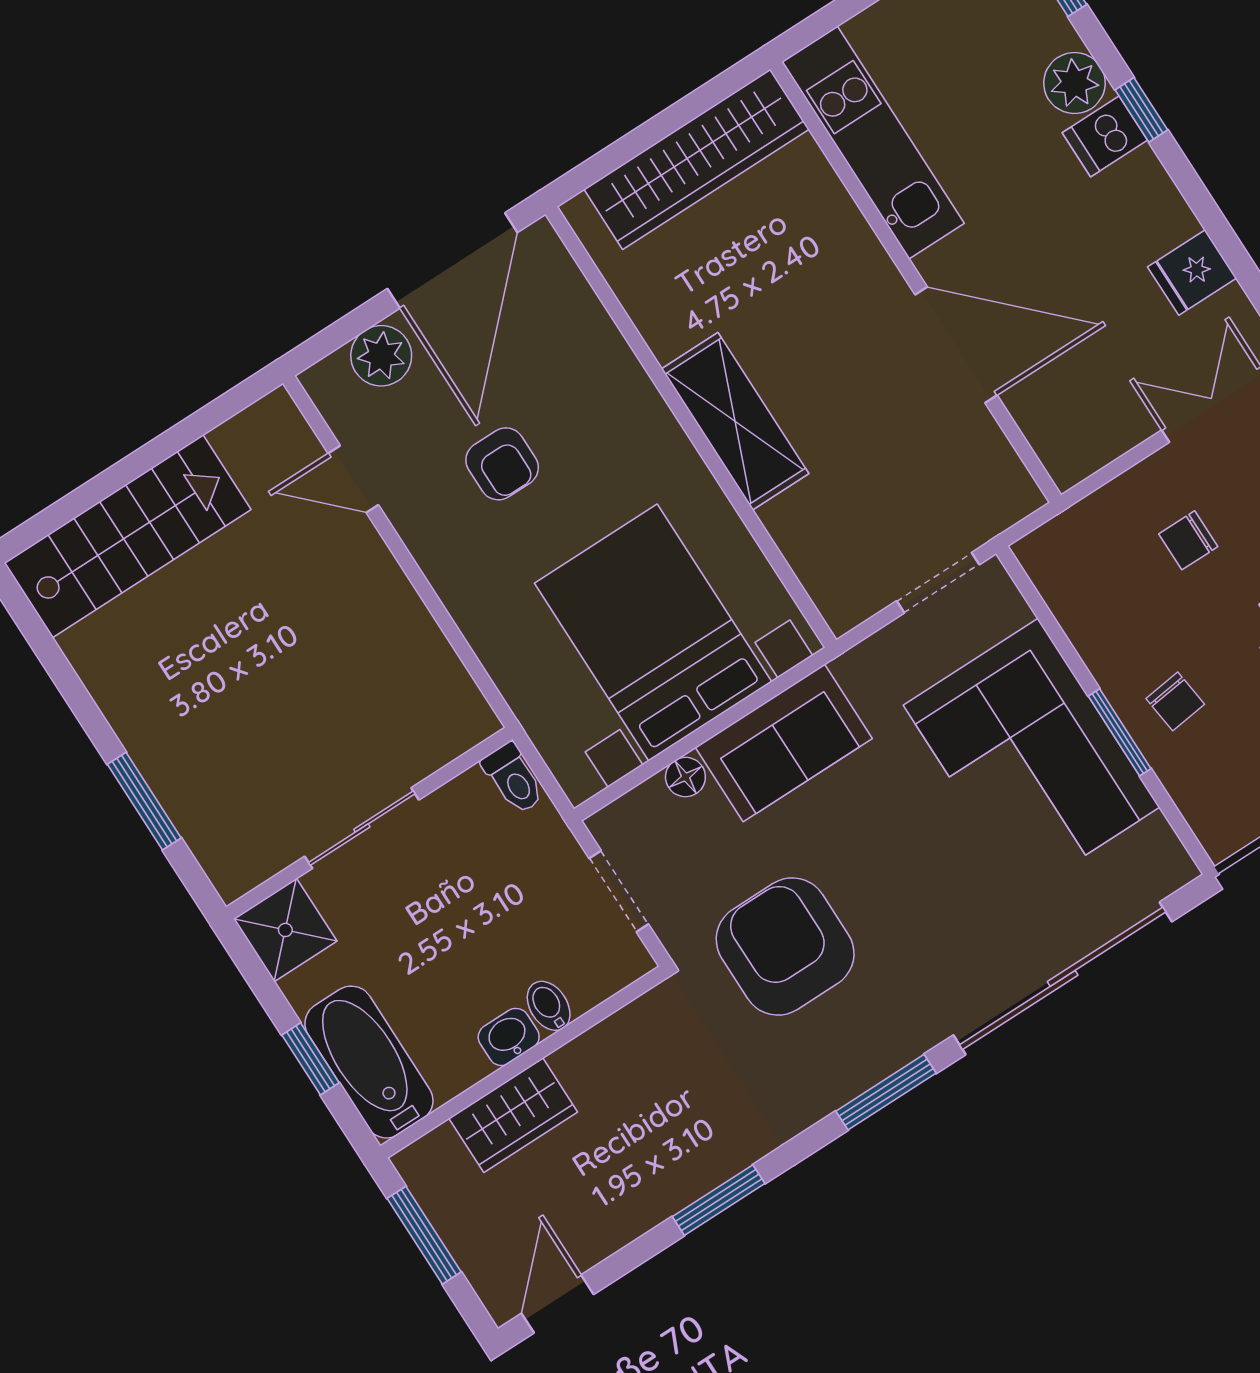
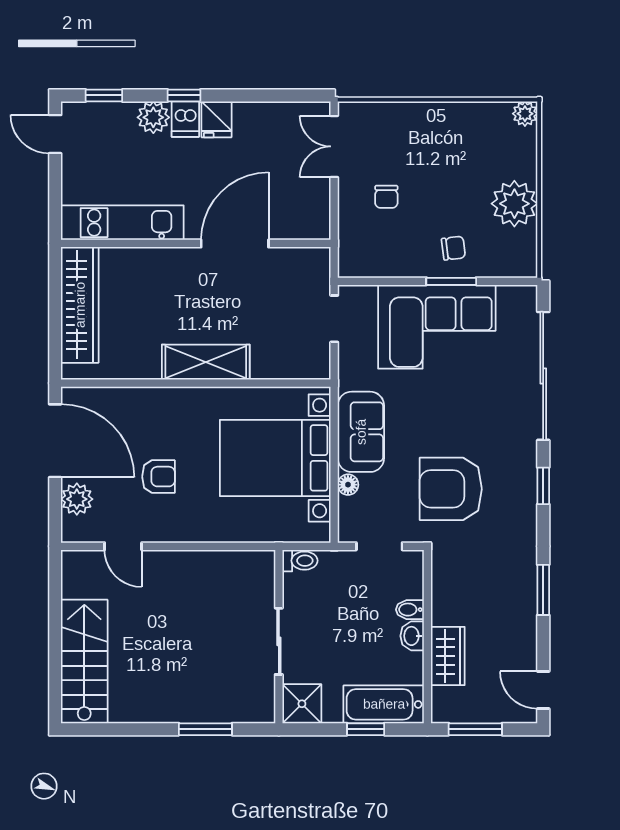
fridge: (1192, 273) -> (217, 119), moved
door: (353, 479) -> (123, 546), hinge flipped
window: (886, 1092) -> (543, 486), width x0.67

